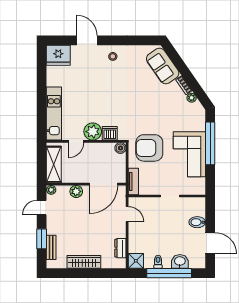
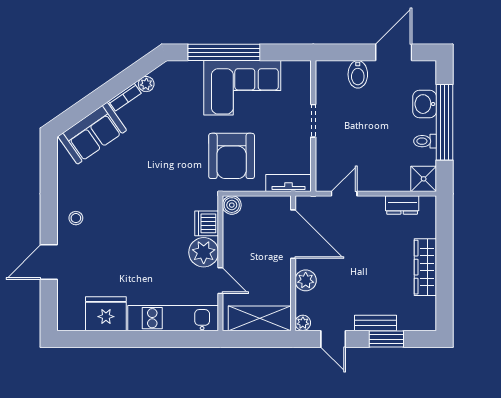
fridge: (58, 55) -> (106, 314), moved, turned -90
bench: (51, 247) -> (376, 323), moved

